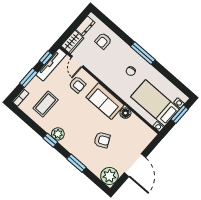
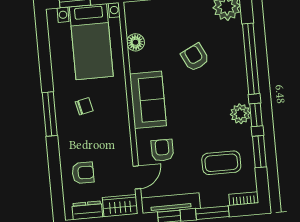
floor lamp: (125, 113) -> (136, 42), moved
window: (33, 125) -> (259, 152), added
window: (76, 163) -> (251, 59), width x2.11

